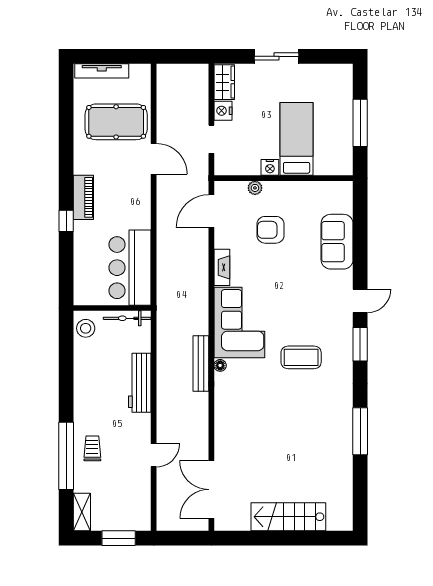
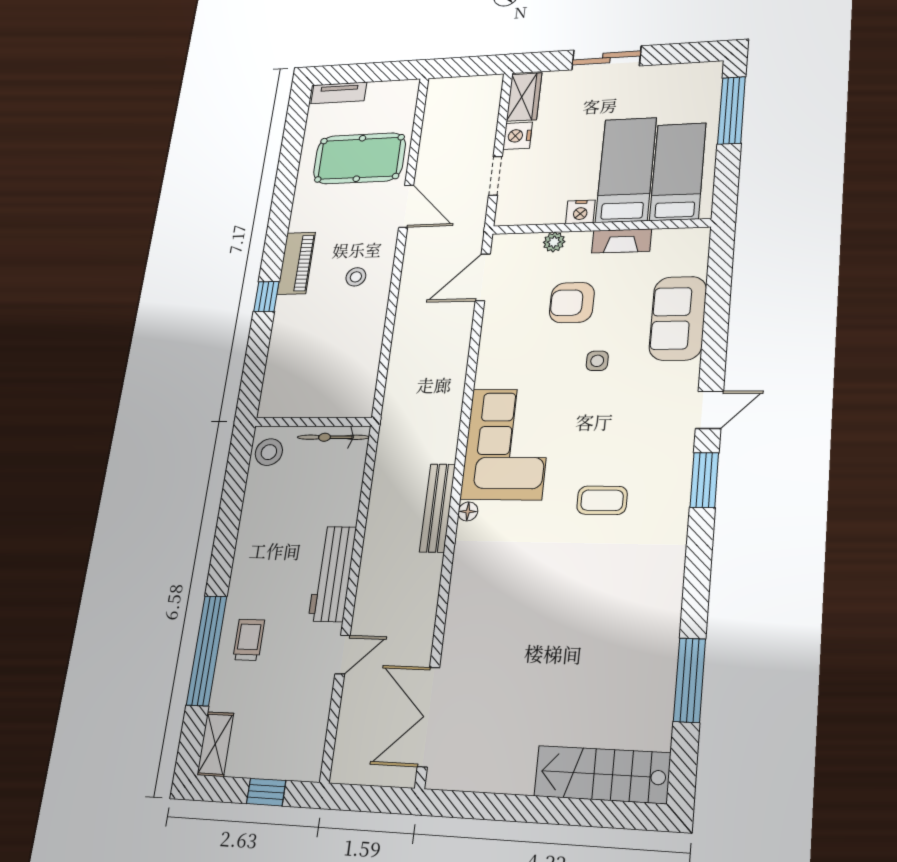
tv unit: (102, 71) -> (339, 93), width x0.71
window: (360, 123) -> (732, 110), moved
bed: (330, 142) -> (678, 172), added
stool: (126, 208) -> (356, 277), added
fireplace: (222, 267) -> (622, 241), moved, turned 90
bar counter: (130, 268) -> (349, 362), removed
side table: (290, 269) -> (597, 361), added
coffee table: (301, 357) -> (602, 500), width x0.73, depth x0.77
workbench: (140, 383) -> (332, 574), moved
window: (360, 431) -> (689, 680), moved
stairs: (288, 517) -> (602, 774), moved
window: (119, 538) -> (266, 792), width x0.67

